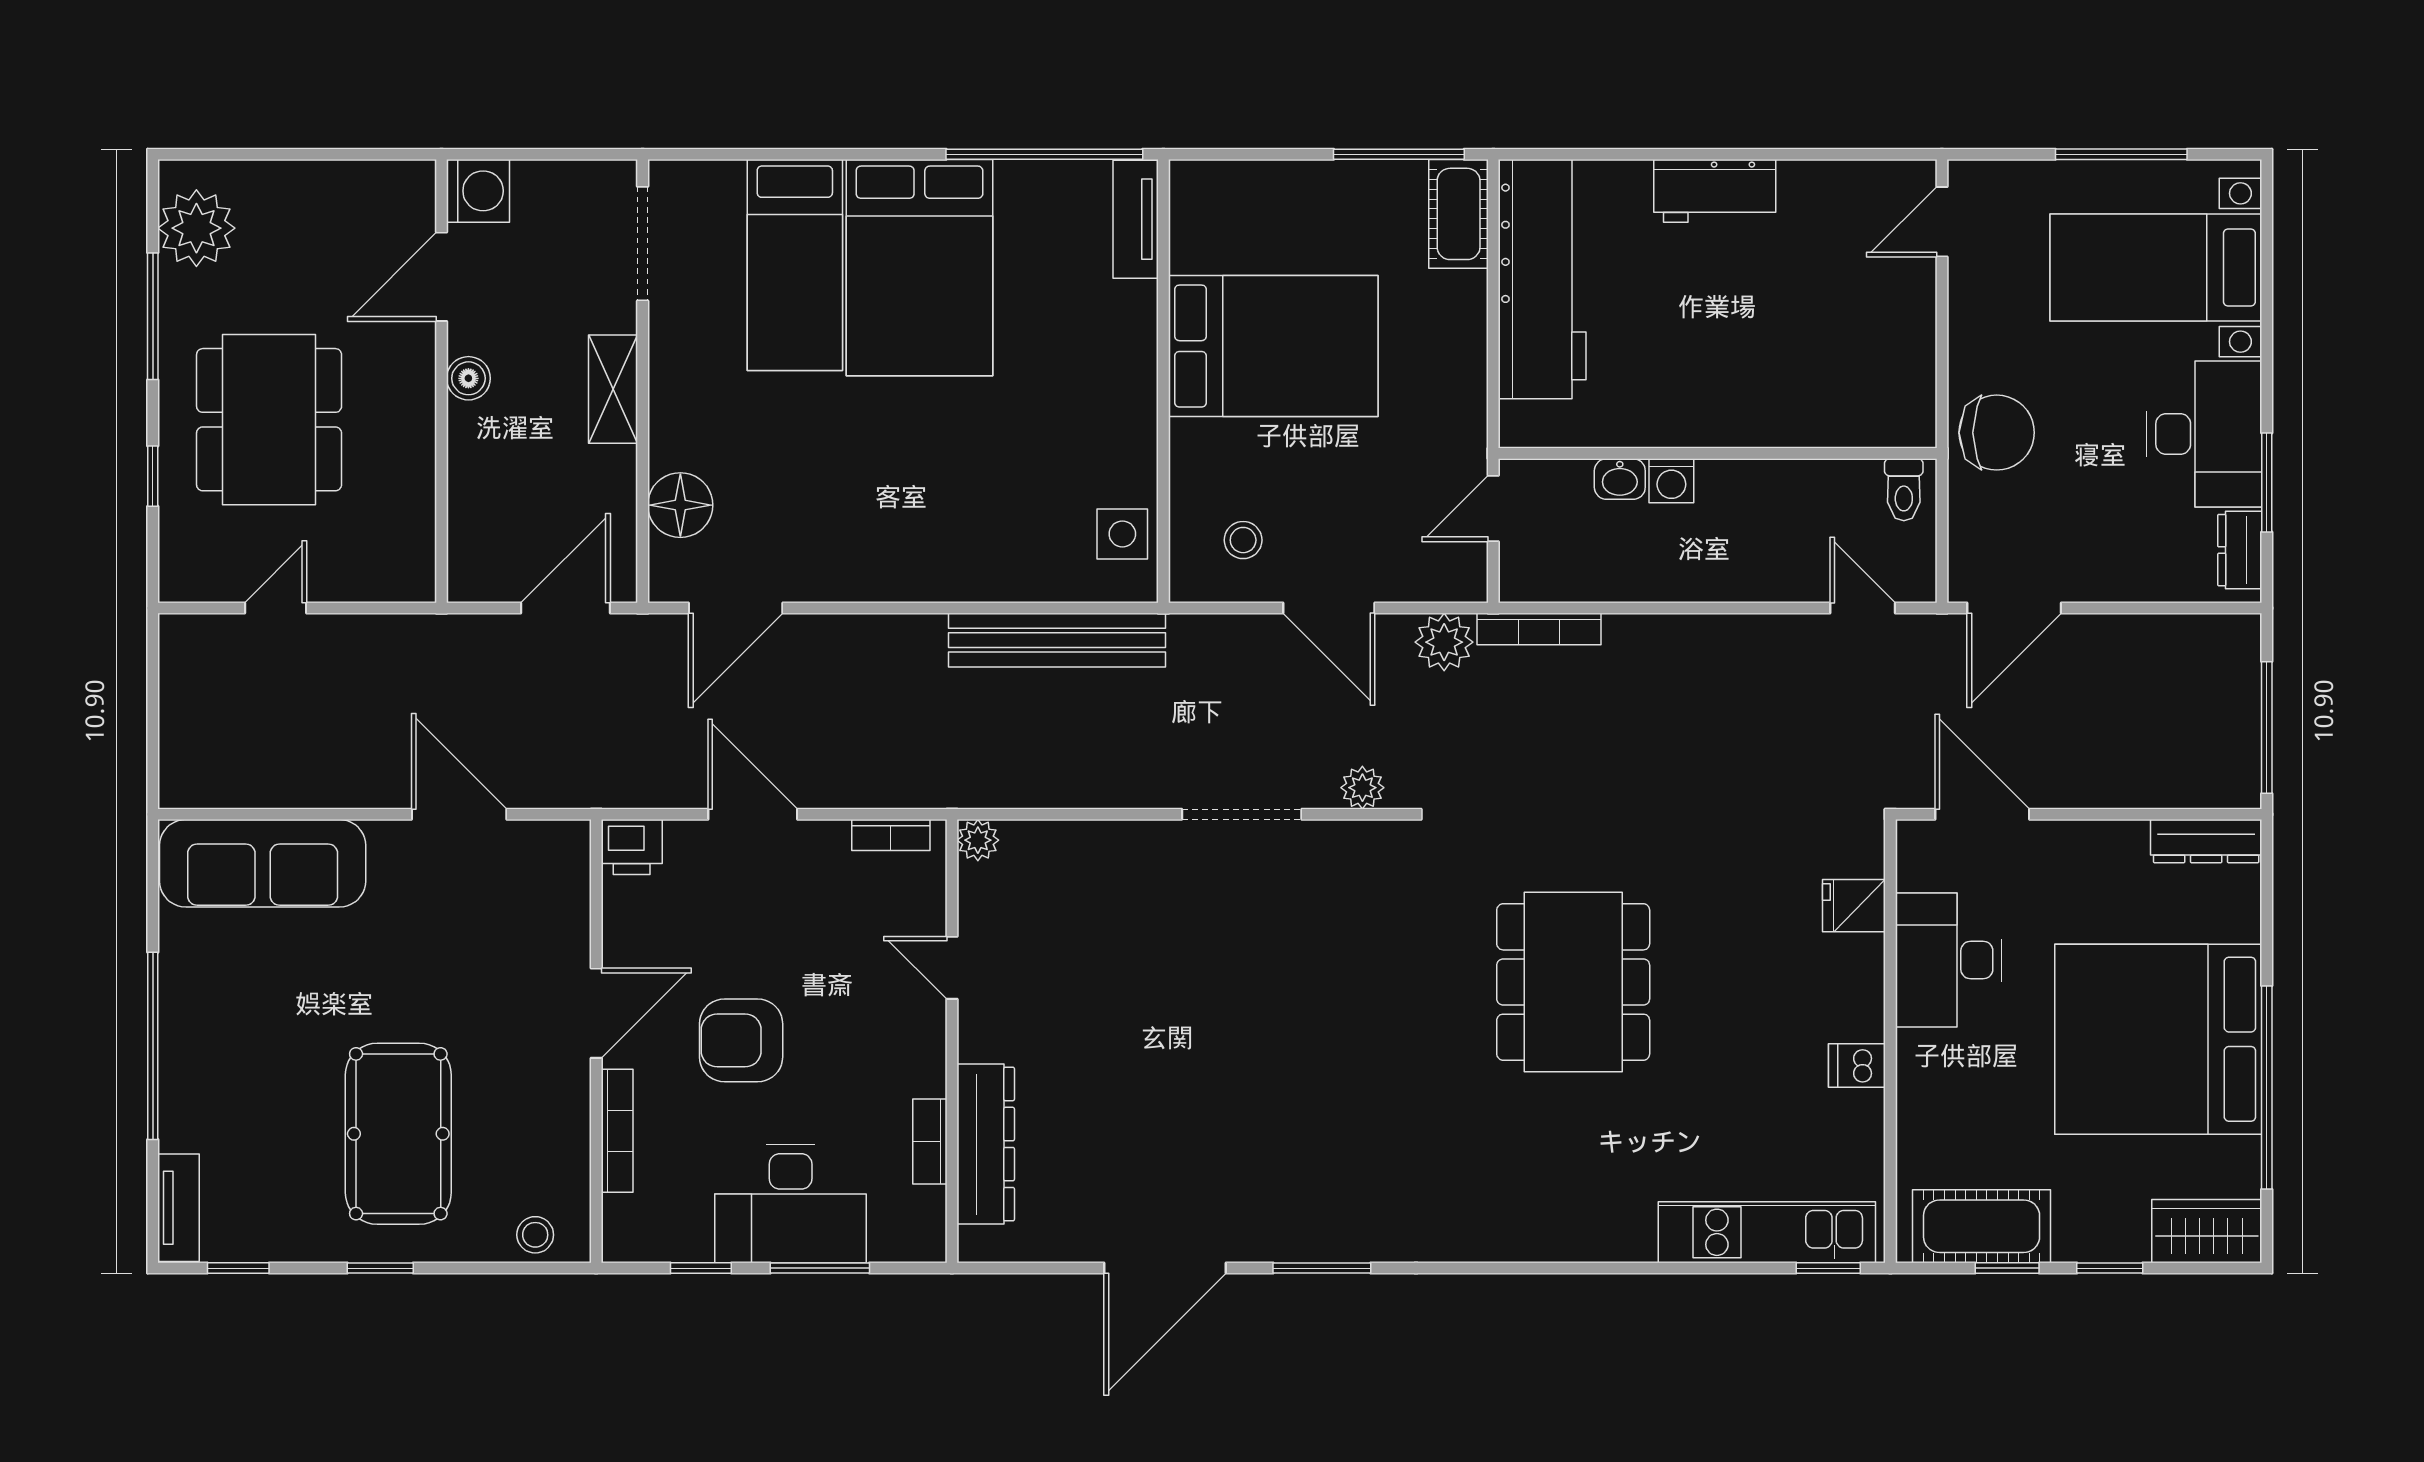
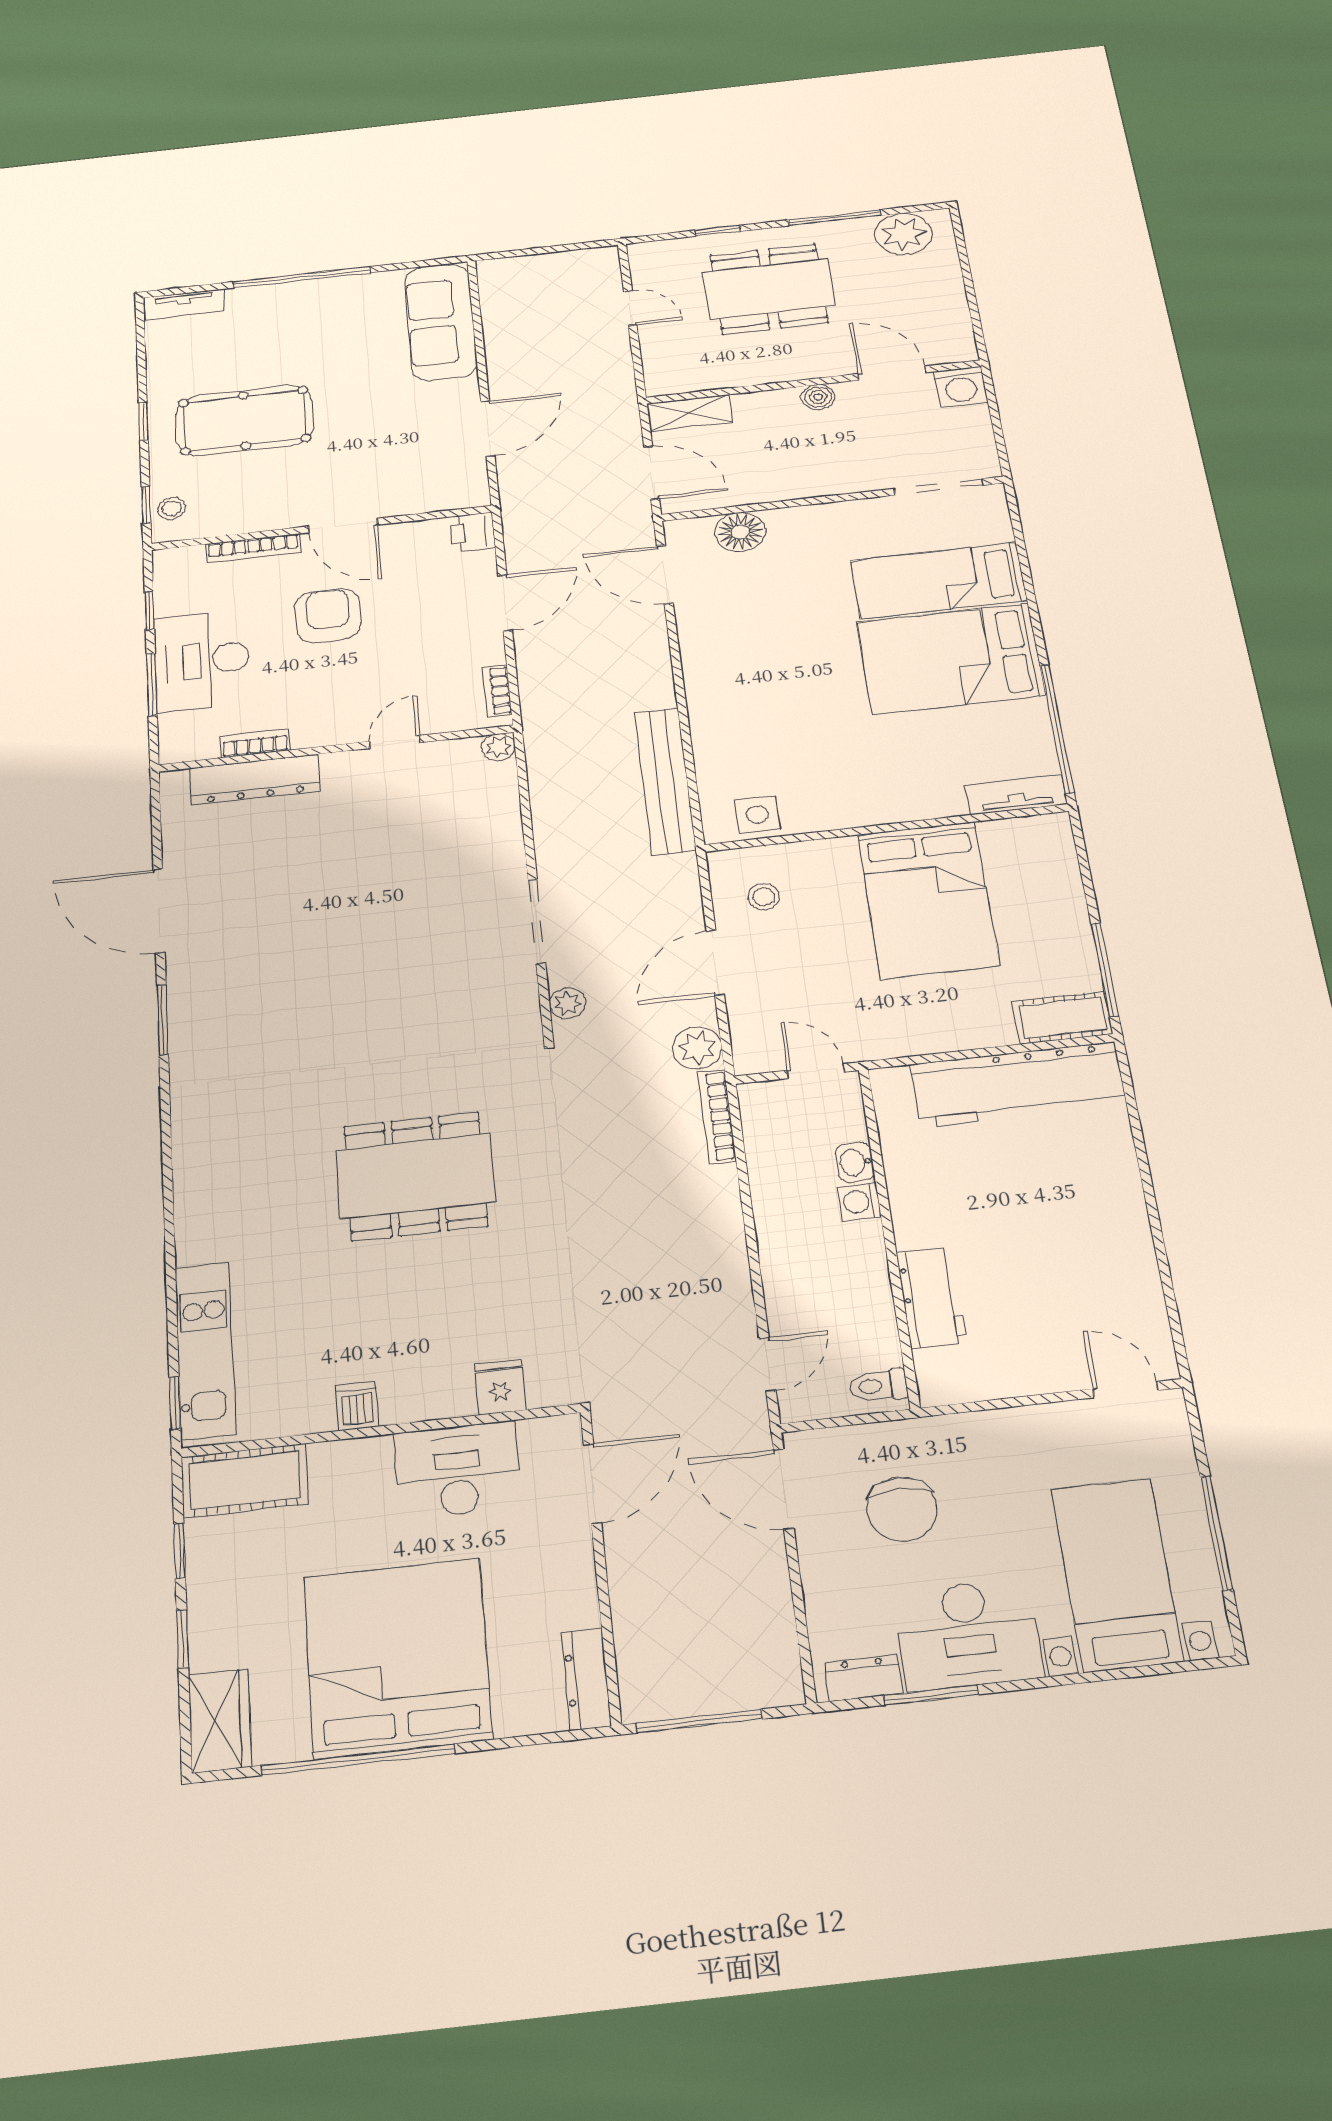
workbench: (1715, 191) -> (931, 1298), moved, turned 180
shelving: (613, 389) -> (689, 413), moved
chair: (1997, 433) -> (902, 1509), moved
cot: (1982, 1226) -> (245, 1480), moved, turned 90
window: (238, 1268) -> (146, 505), moved

